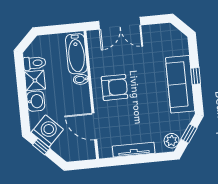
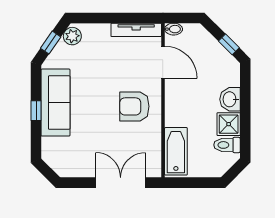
bidet: (81, 79) -> (174, 29), moved
washing machine: (47, 131) -> (220, 62), removed
tv unit: (134, 150) -> (136, 30), moved

